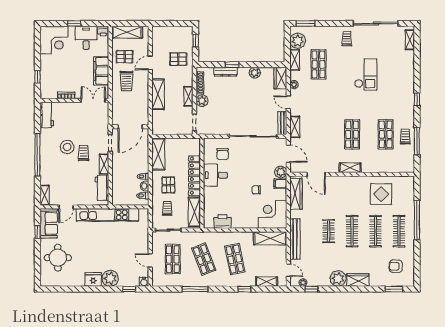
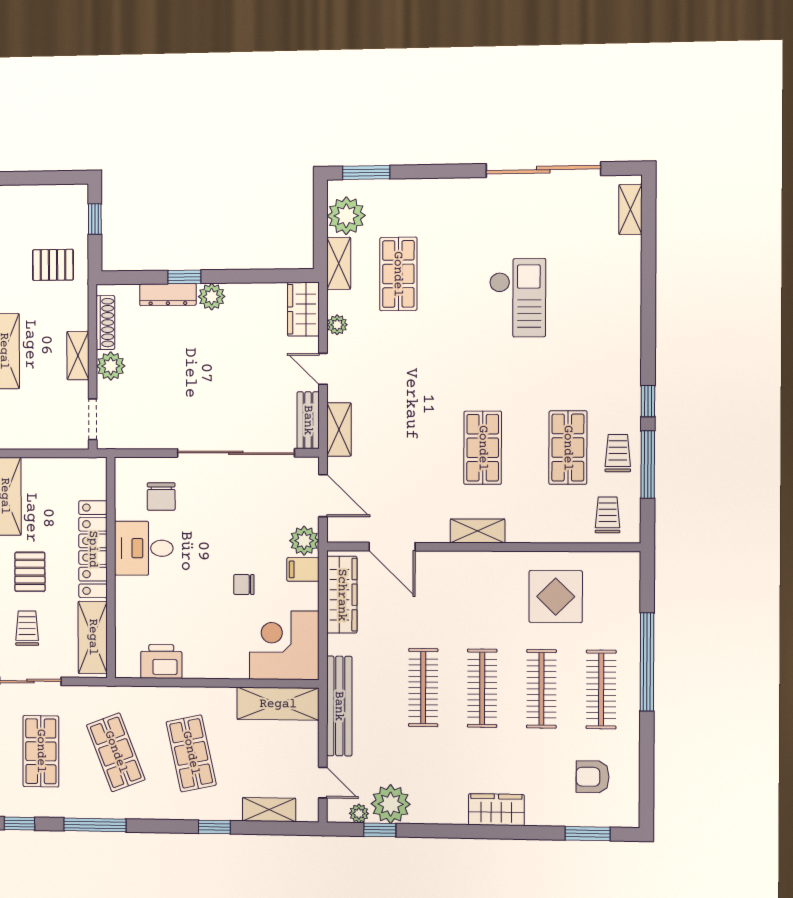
trolley: (347, 39) -> (608, 515), moved
plant: (255, 73) -> (212, 297), moved
window: (417, 99) -> (648, 401), moved
clothes rail: (329, 231) -> (423, 688), width x1.36
plant: (338, 279) -> (391, 804), moved
window: (164, 289) -> (19, 824), added

